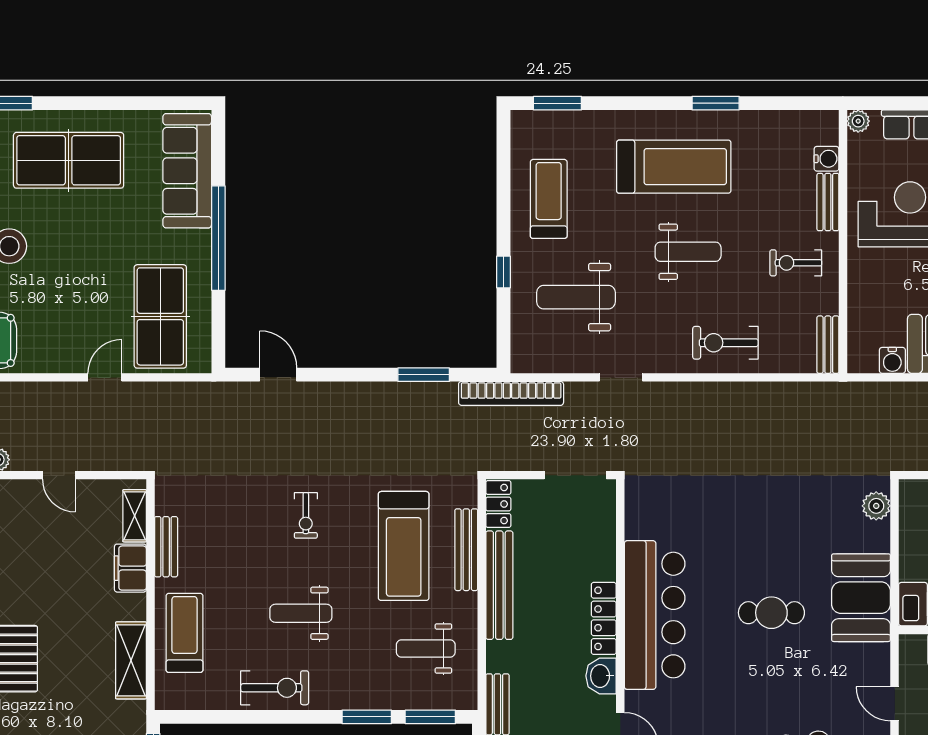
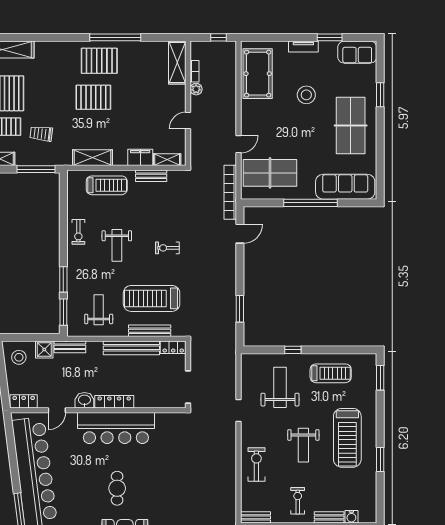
door: (105, 377) -> (239, 144), hinge flipped
bookcase: (511, 393) -> (230, 192), moved
weight bench: (301, 613) -> (117, 245), turned 180
exercise bike: (275, 688) -> (78, 232), width x0.73, depth x0.72

